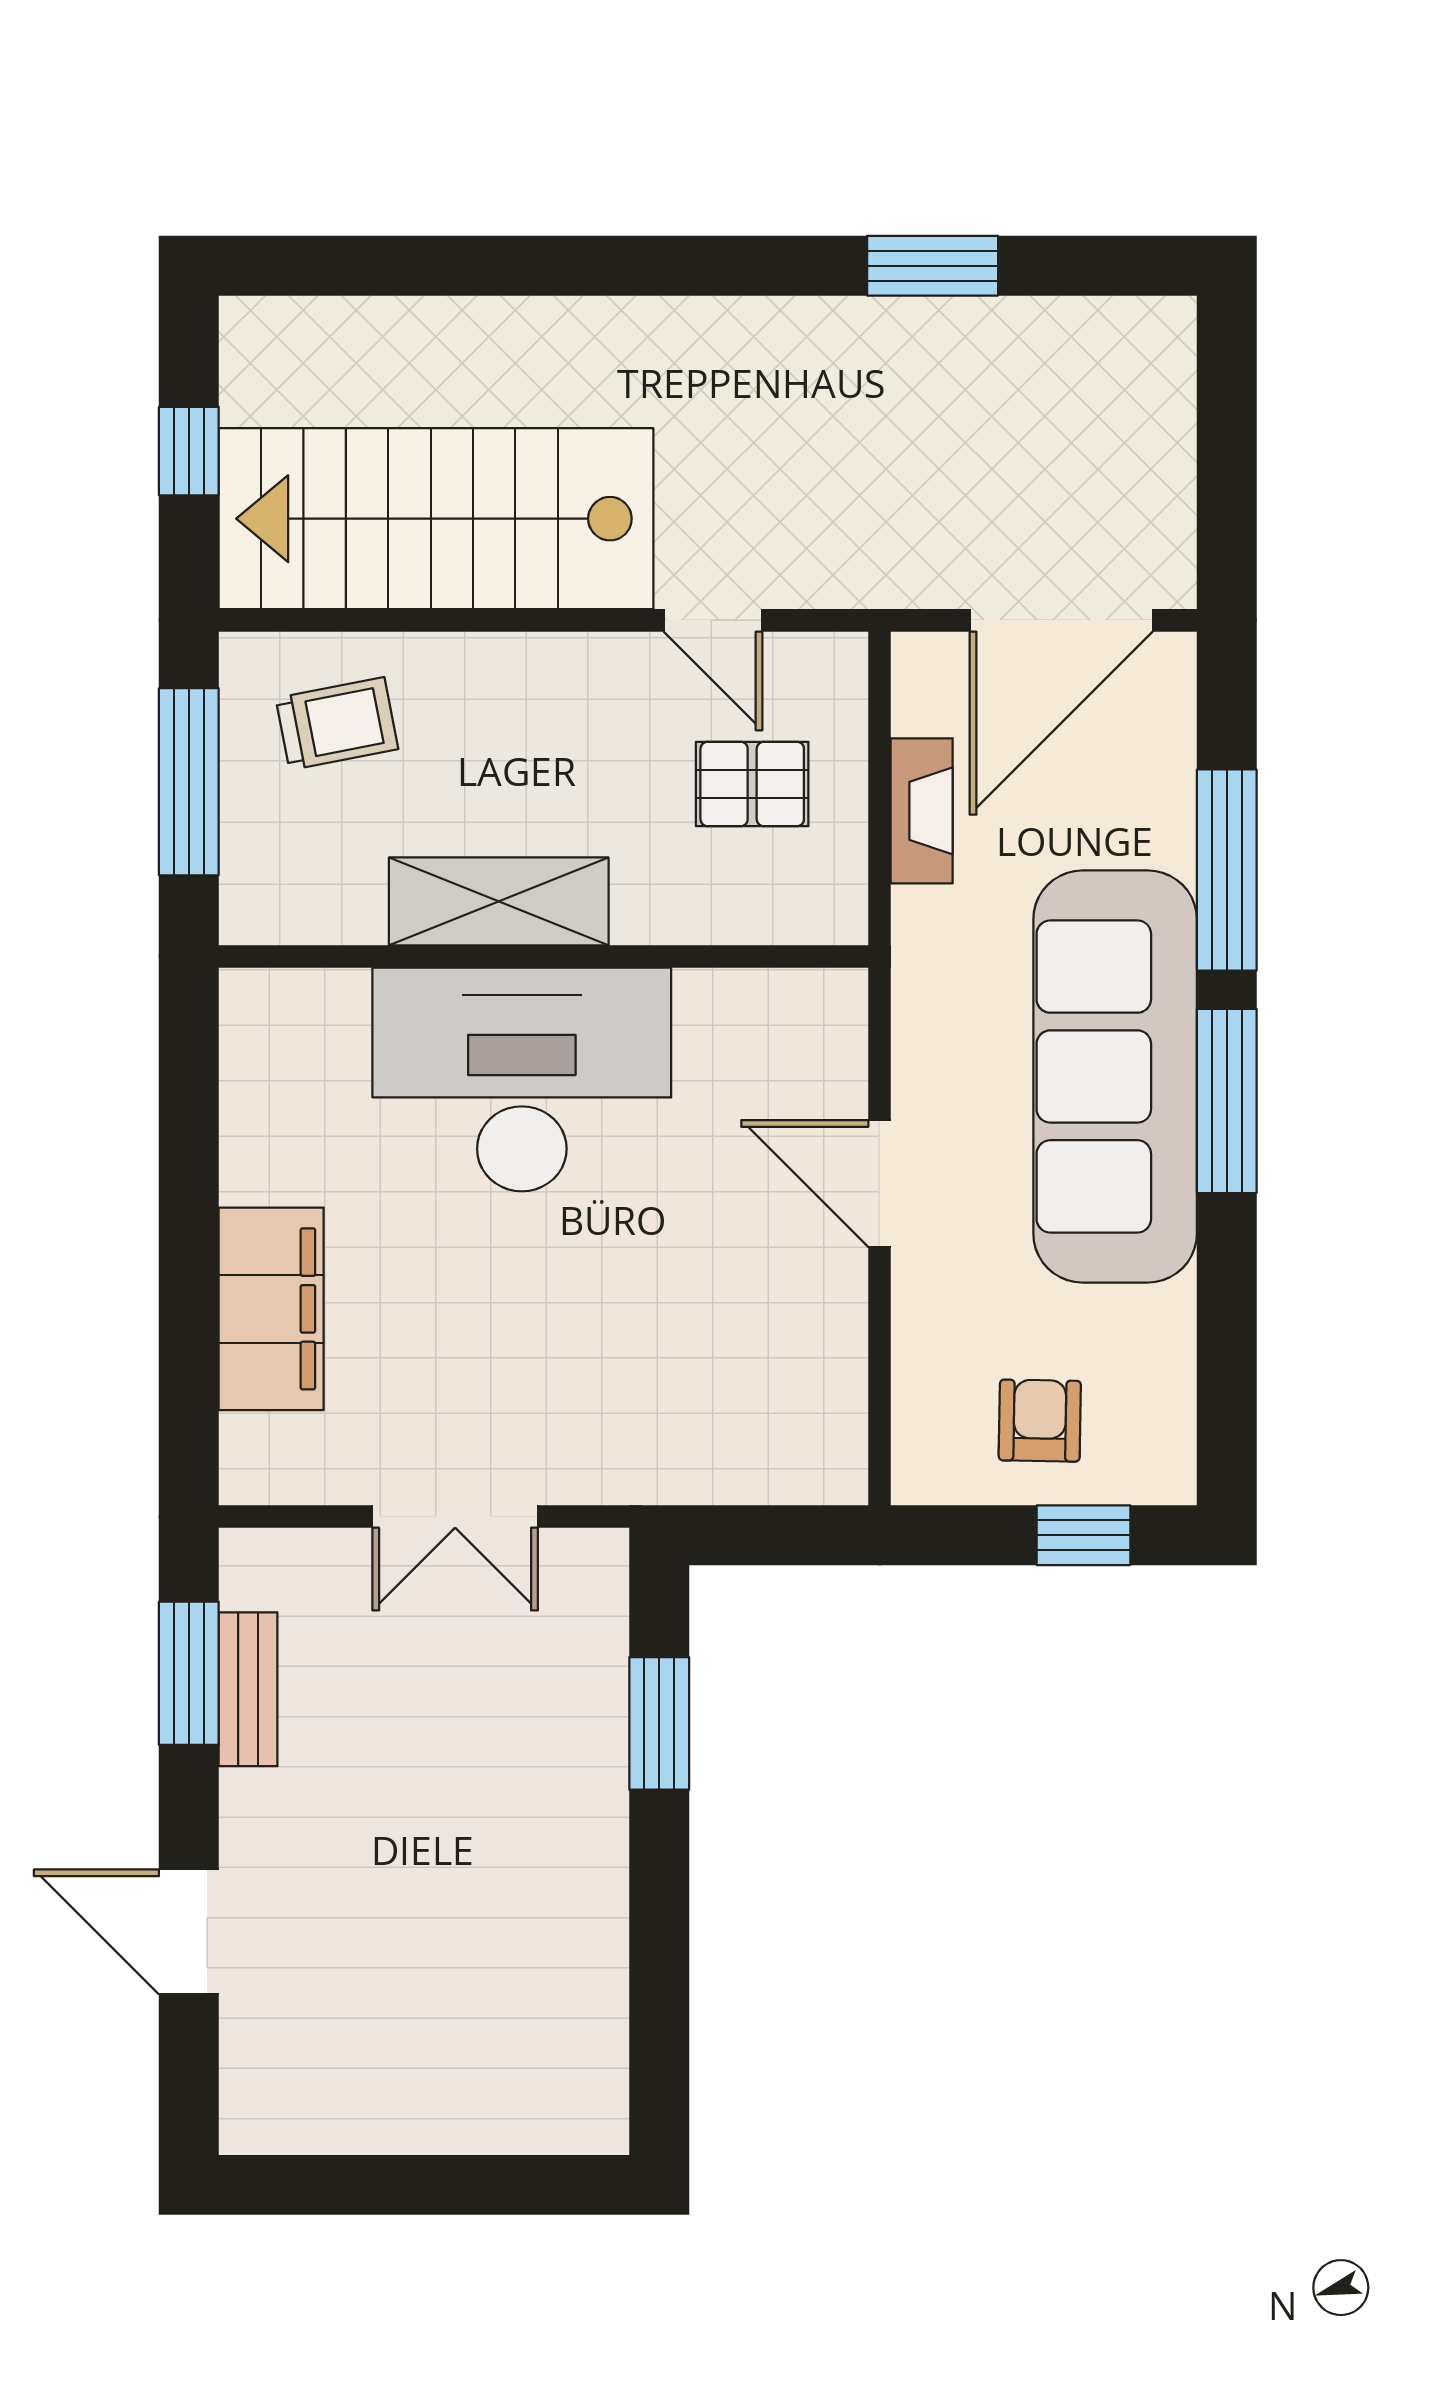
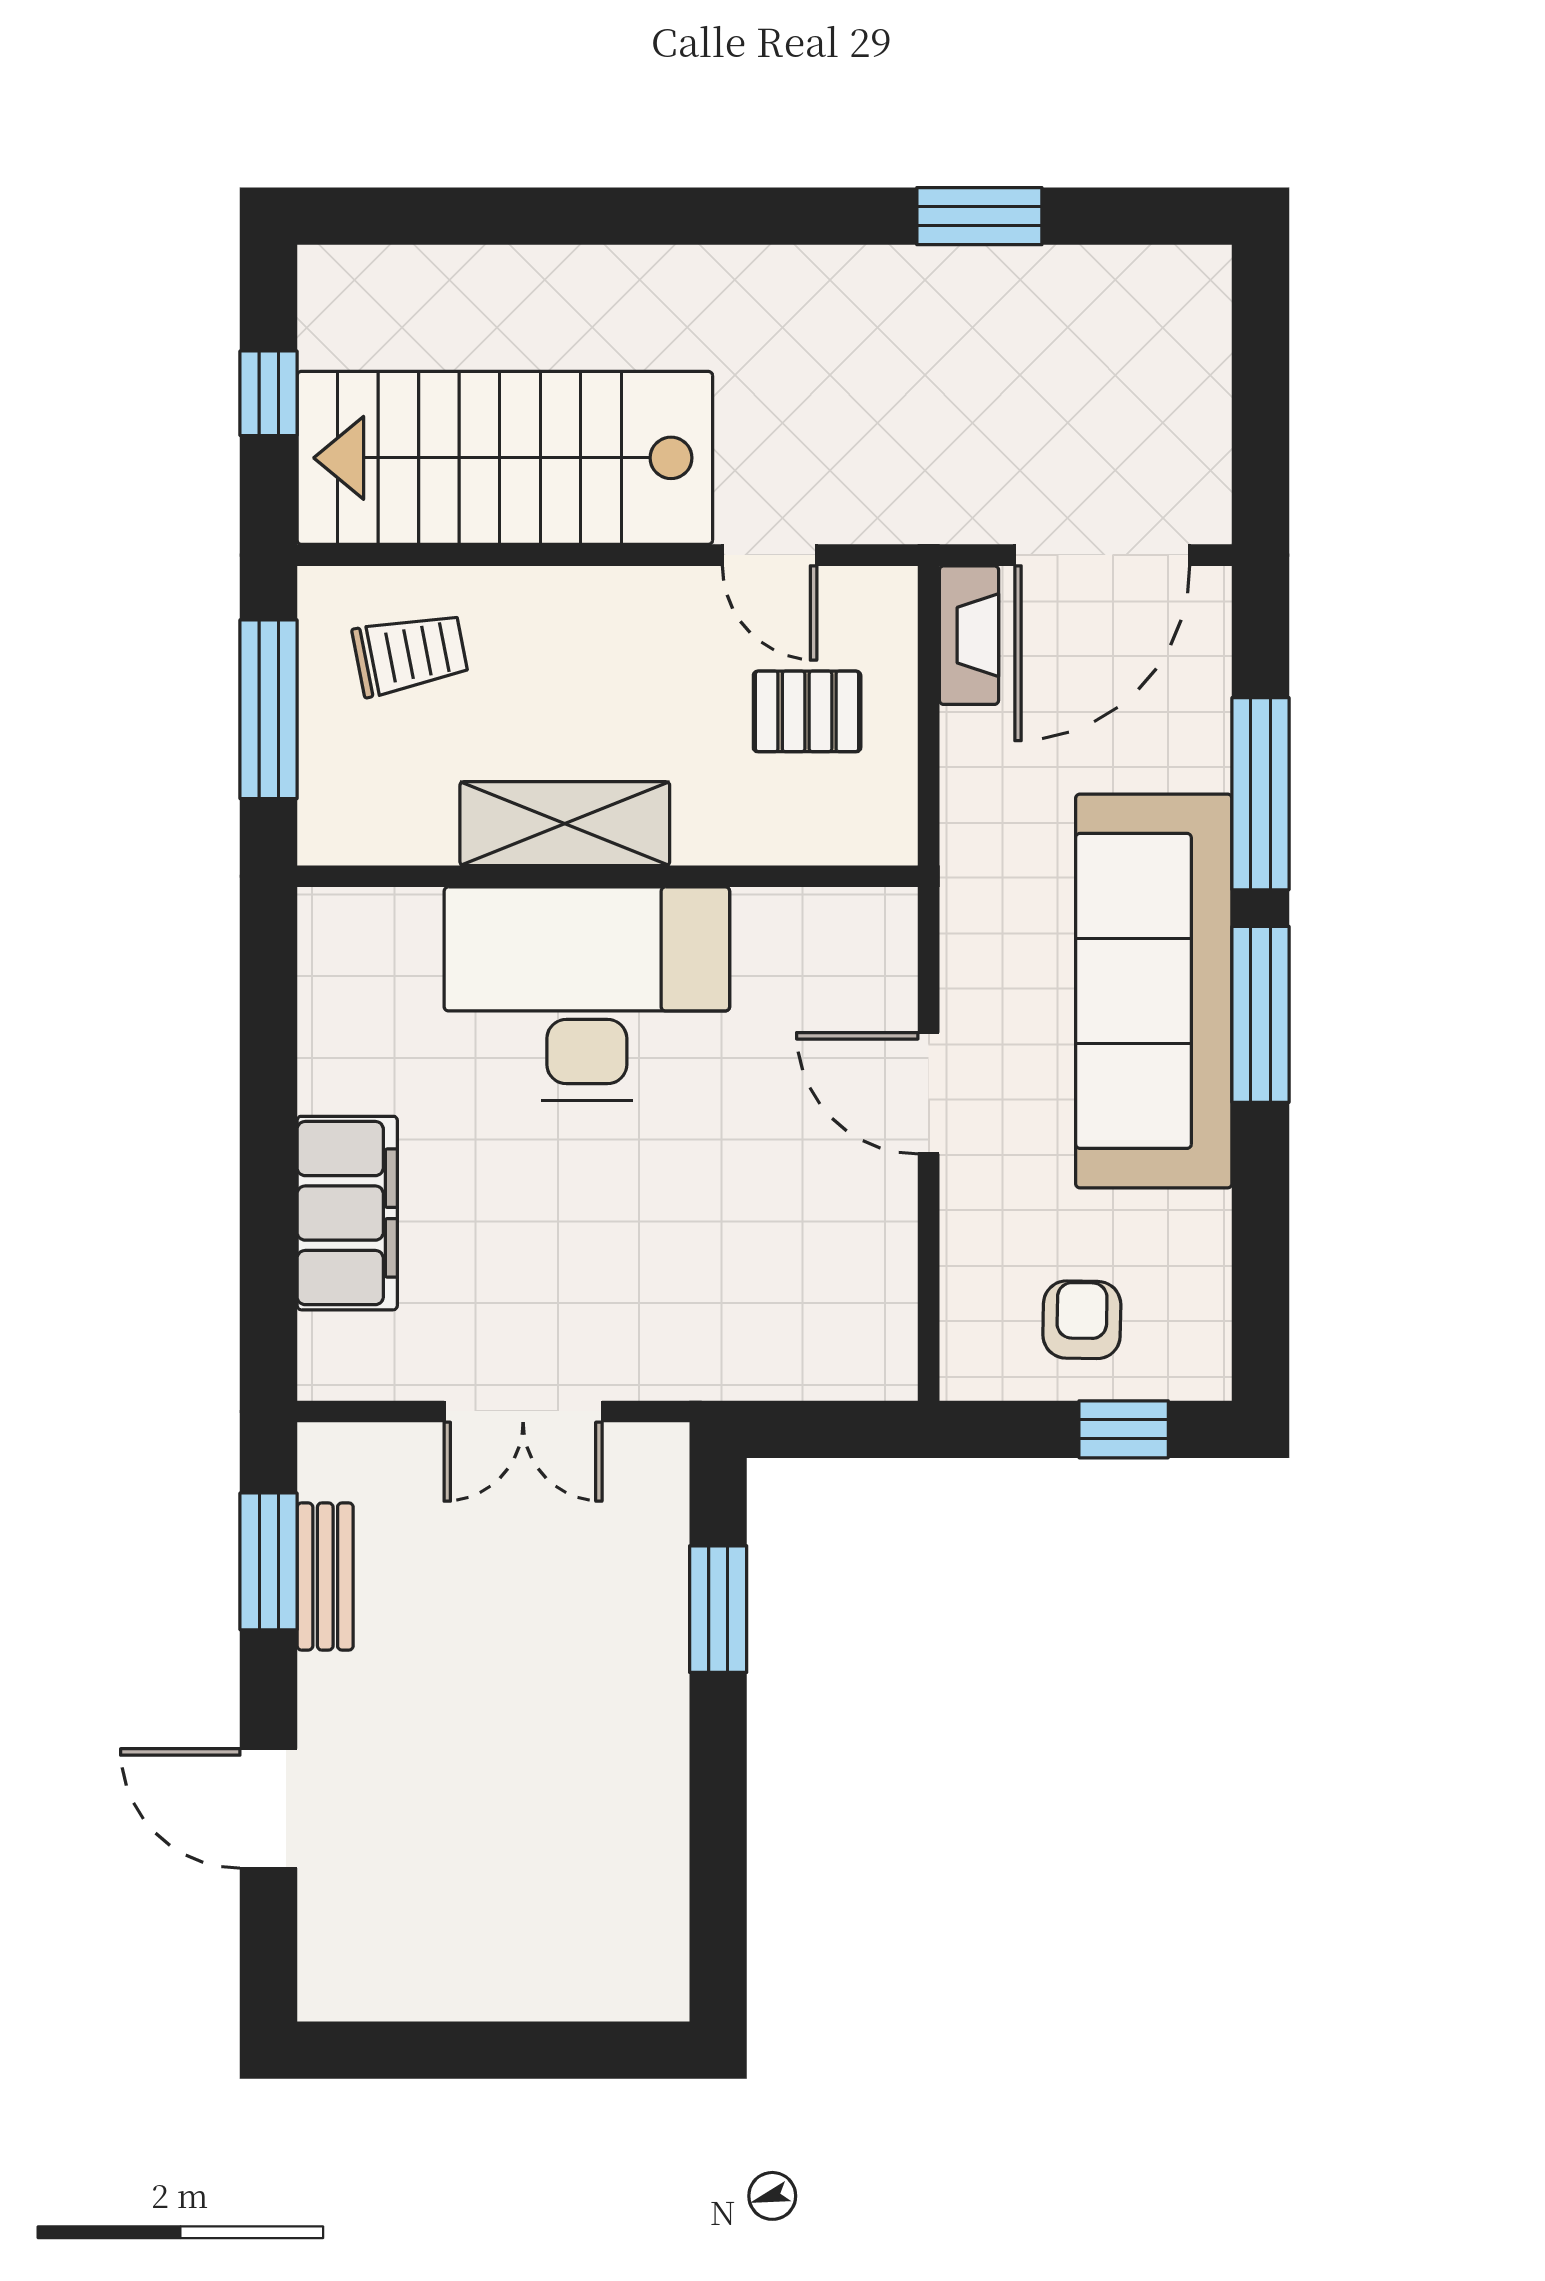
fireplace: (922, 811) -> (969, 635), moved

